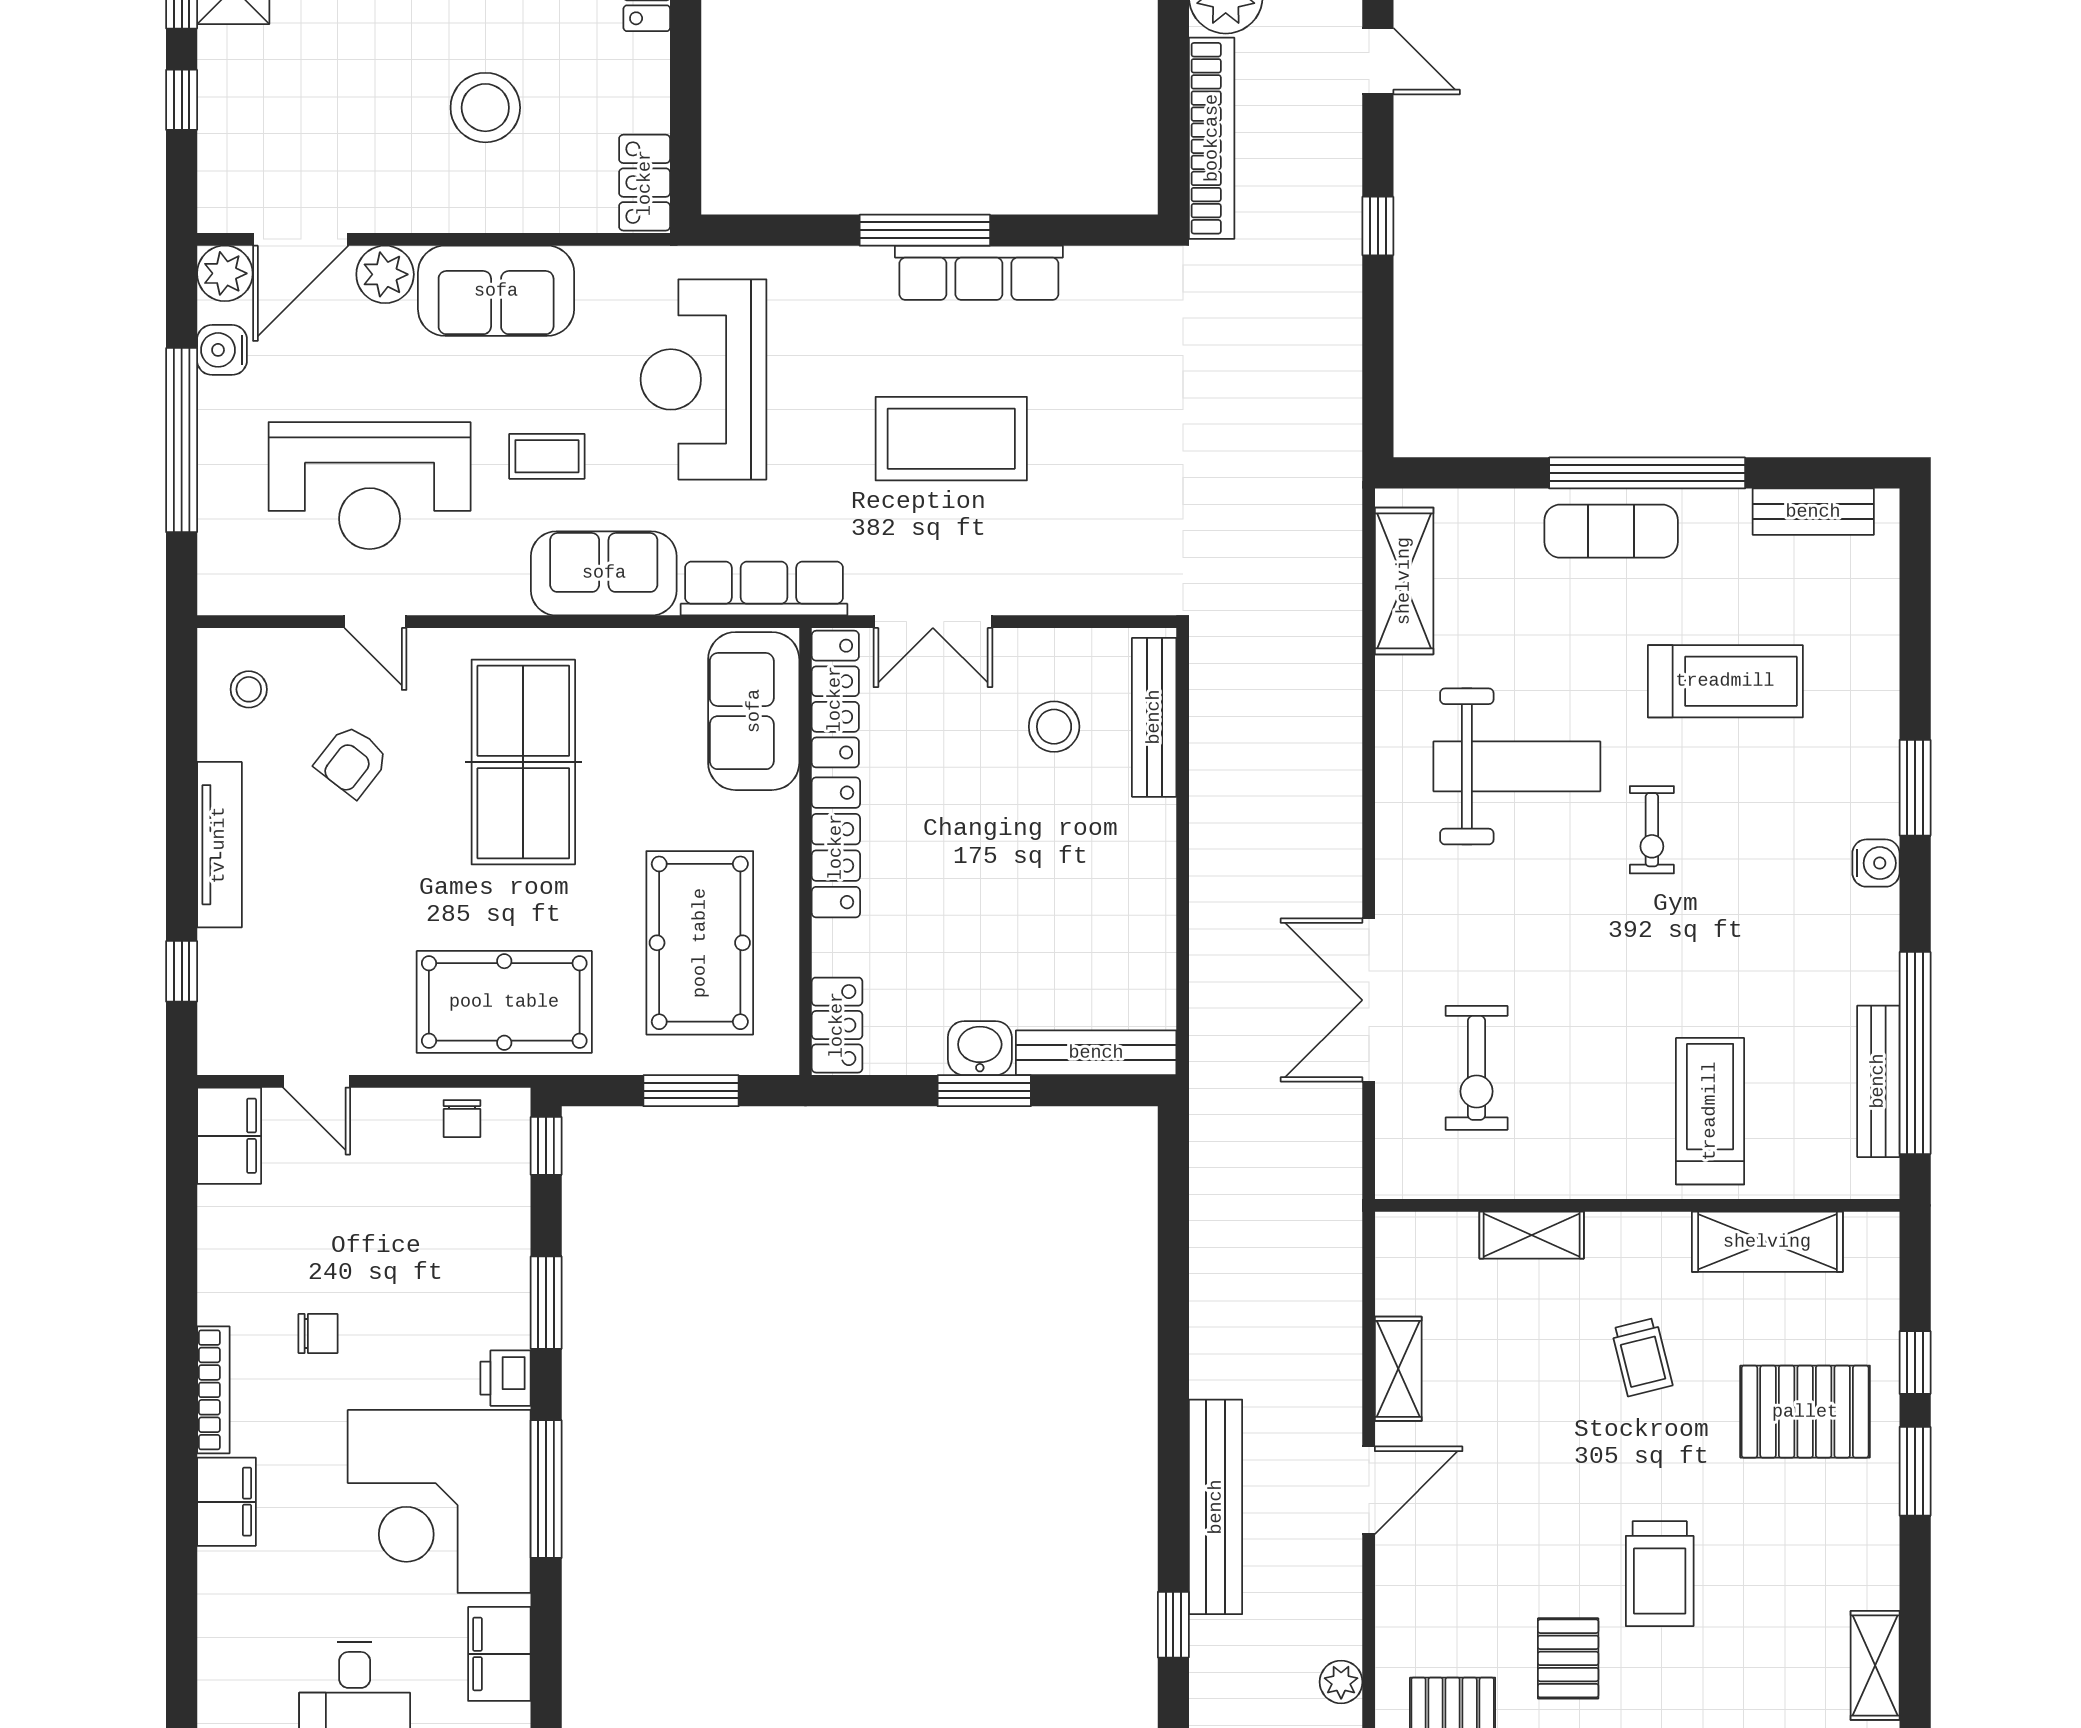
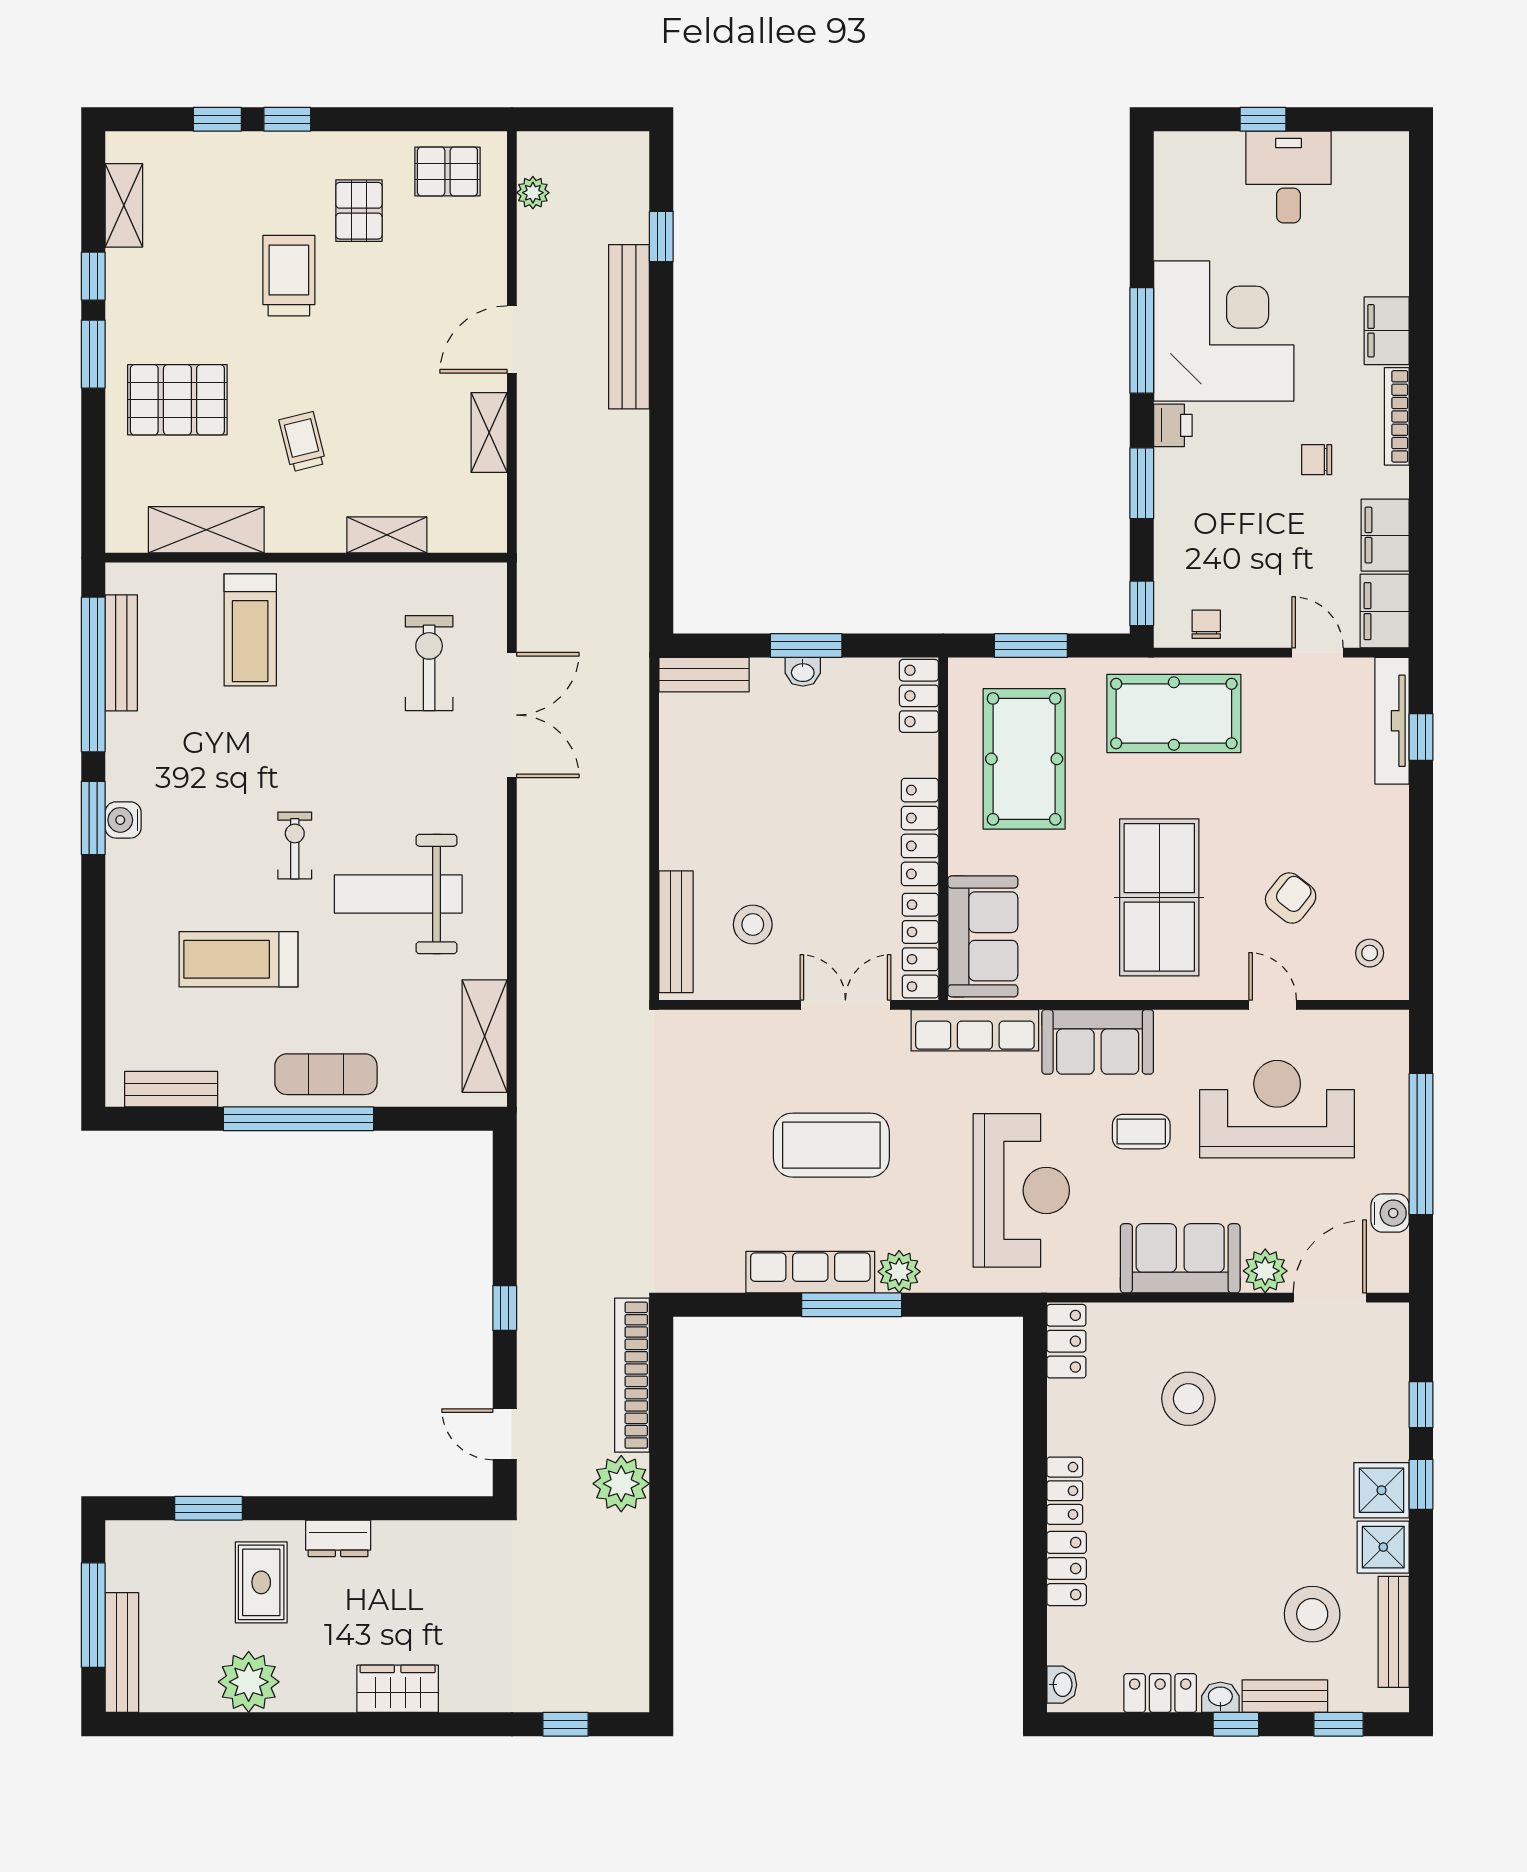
plant: (225, 273) -> (899, 1272), moved
window: (1915, 788) -> (93, 818), moved
tv unit: (219, 845) -> (1392, 721), moved
washbasin: (980, 1048) -> (803, 672), width x0.72, depth x0.69
bench: (1096, 1053) -> (704, 675), width x0.73
window: (1915, 1362) -> (93, 276), moved
filing cabinet: (499, 1654) -> (1385, 535), moved, turned 180

